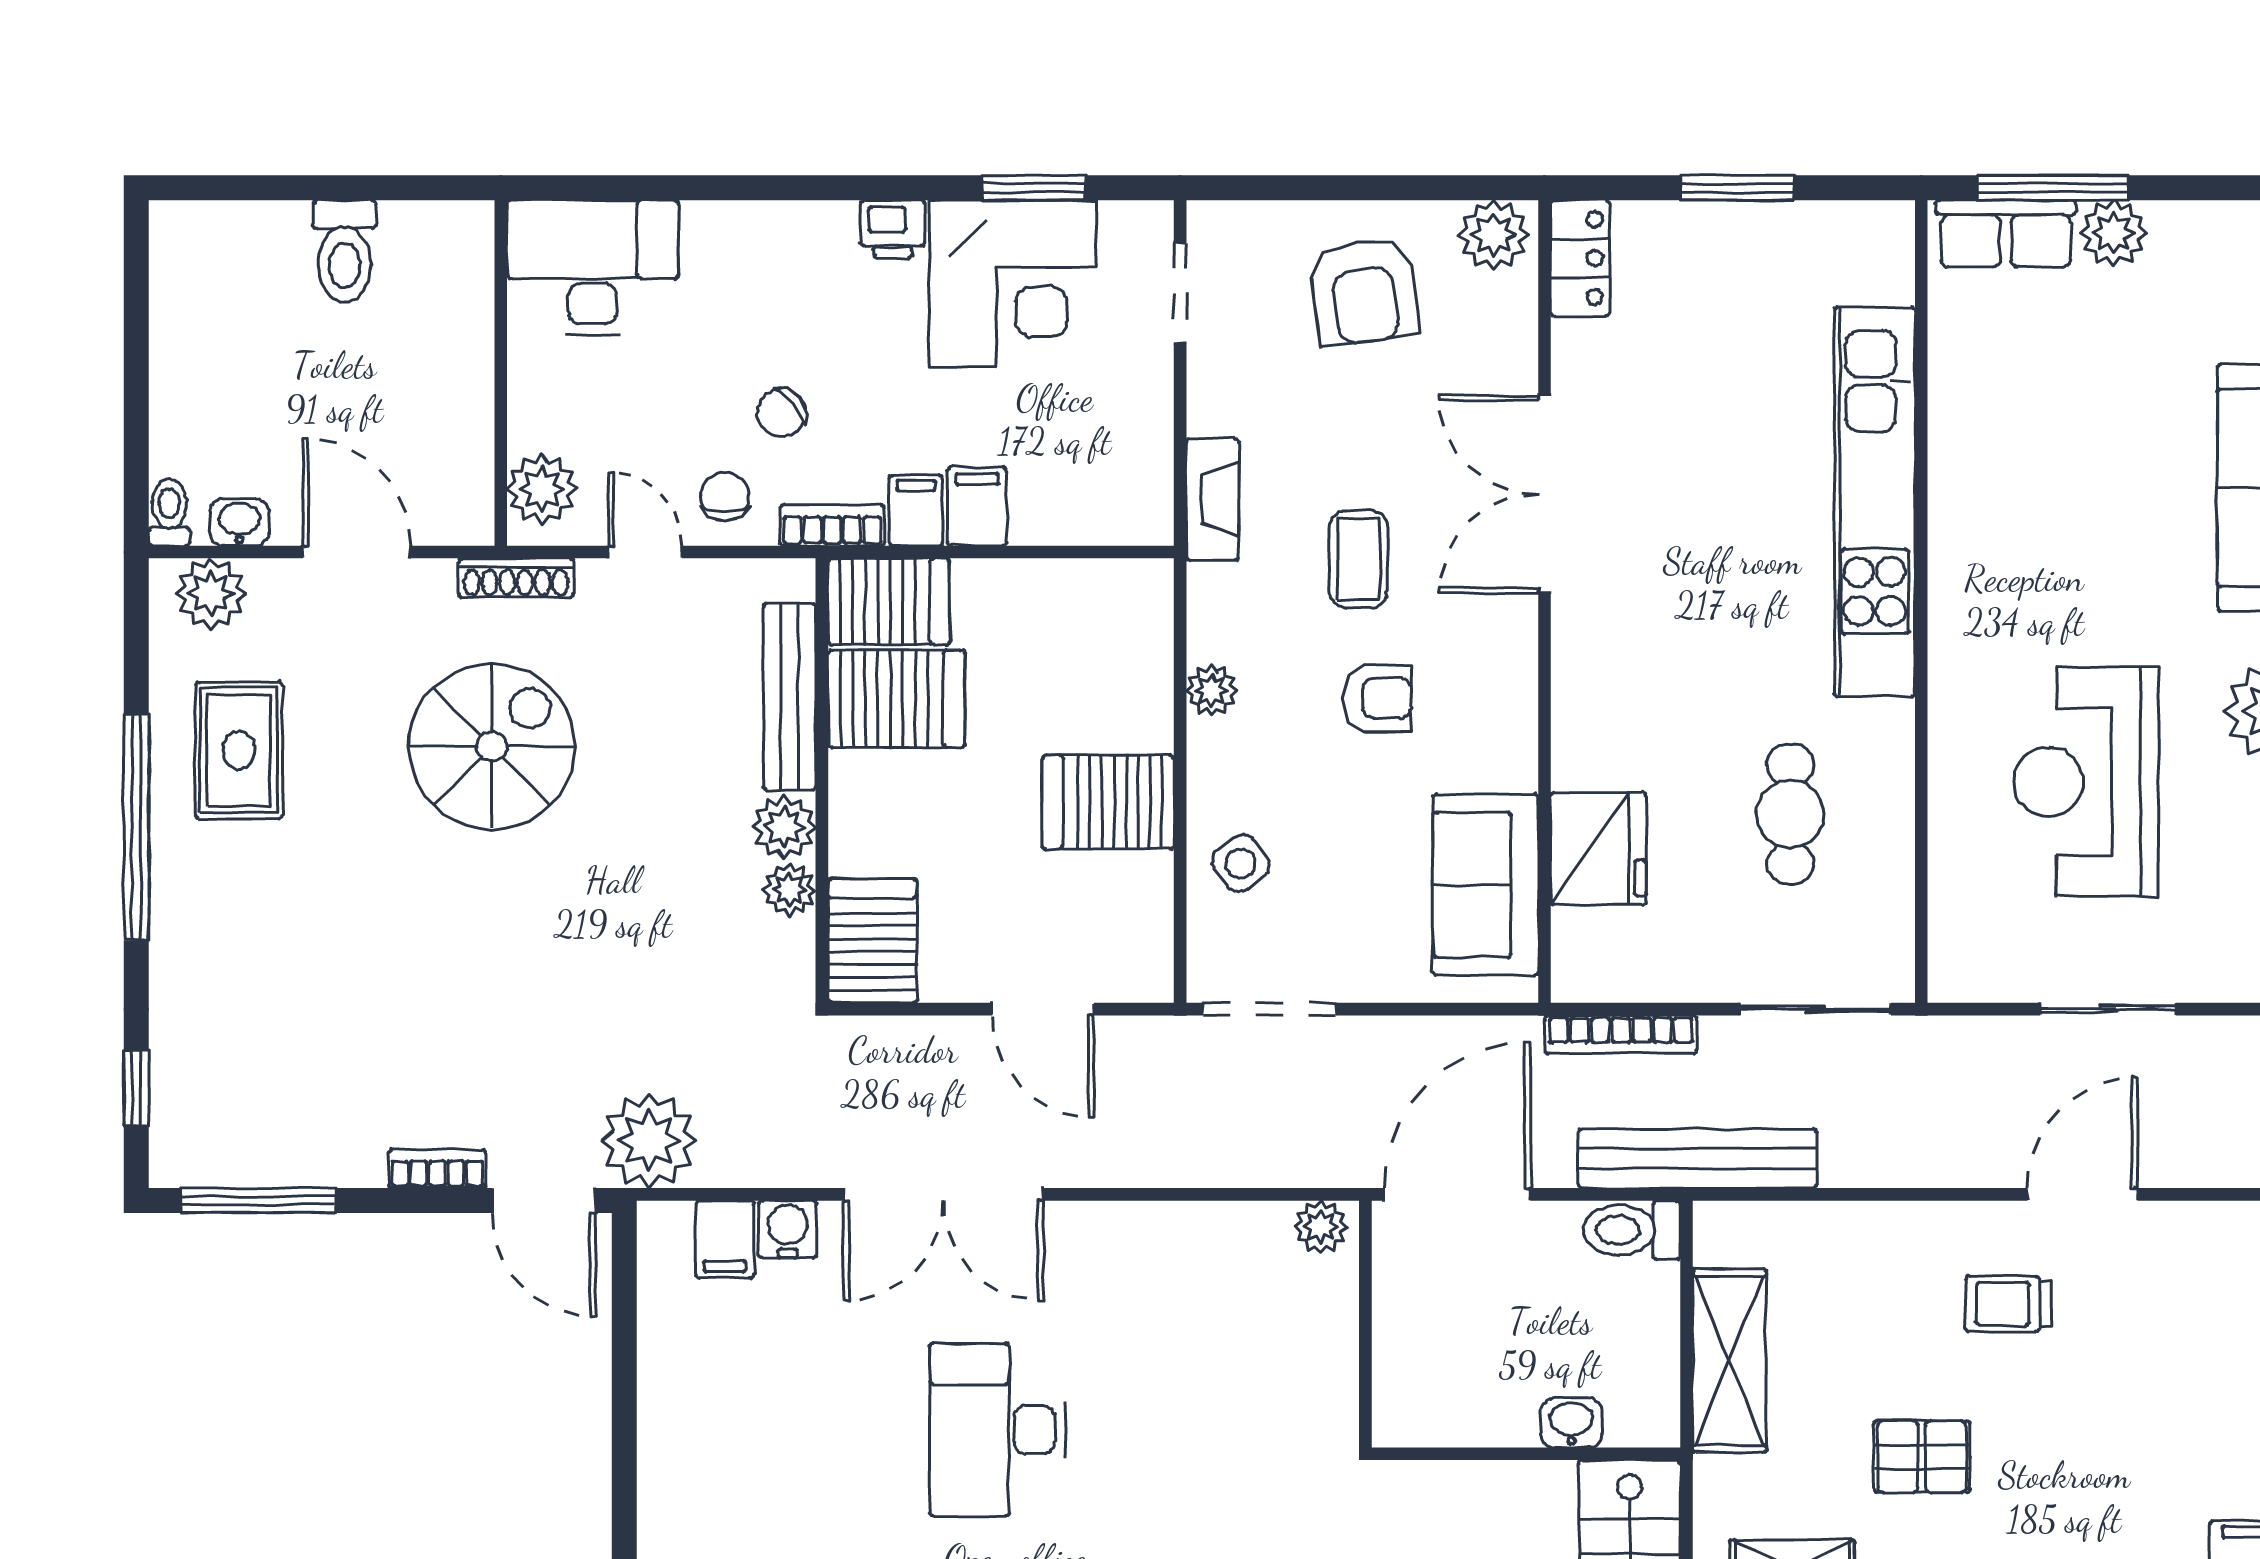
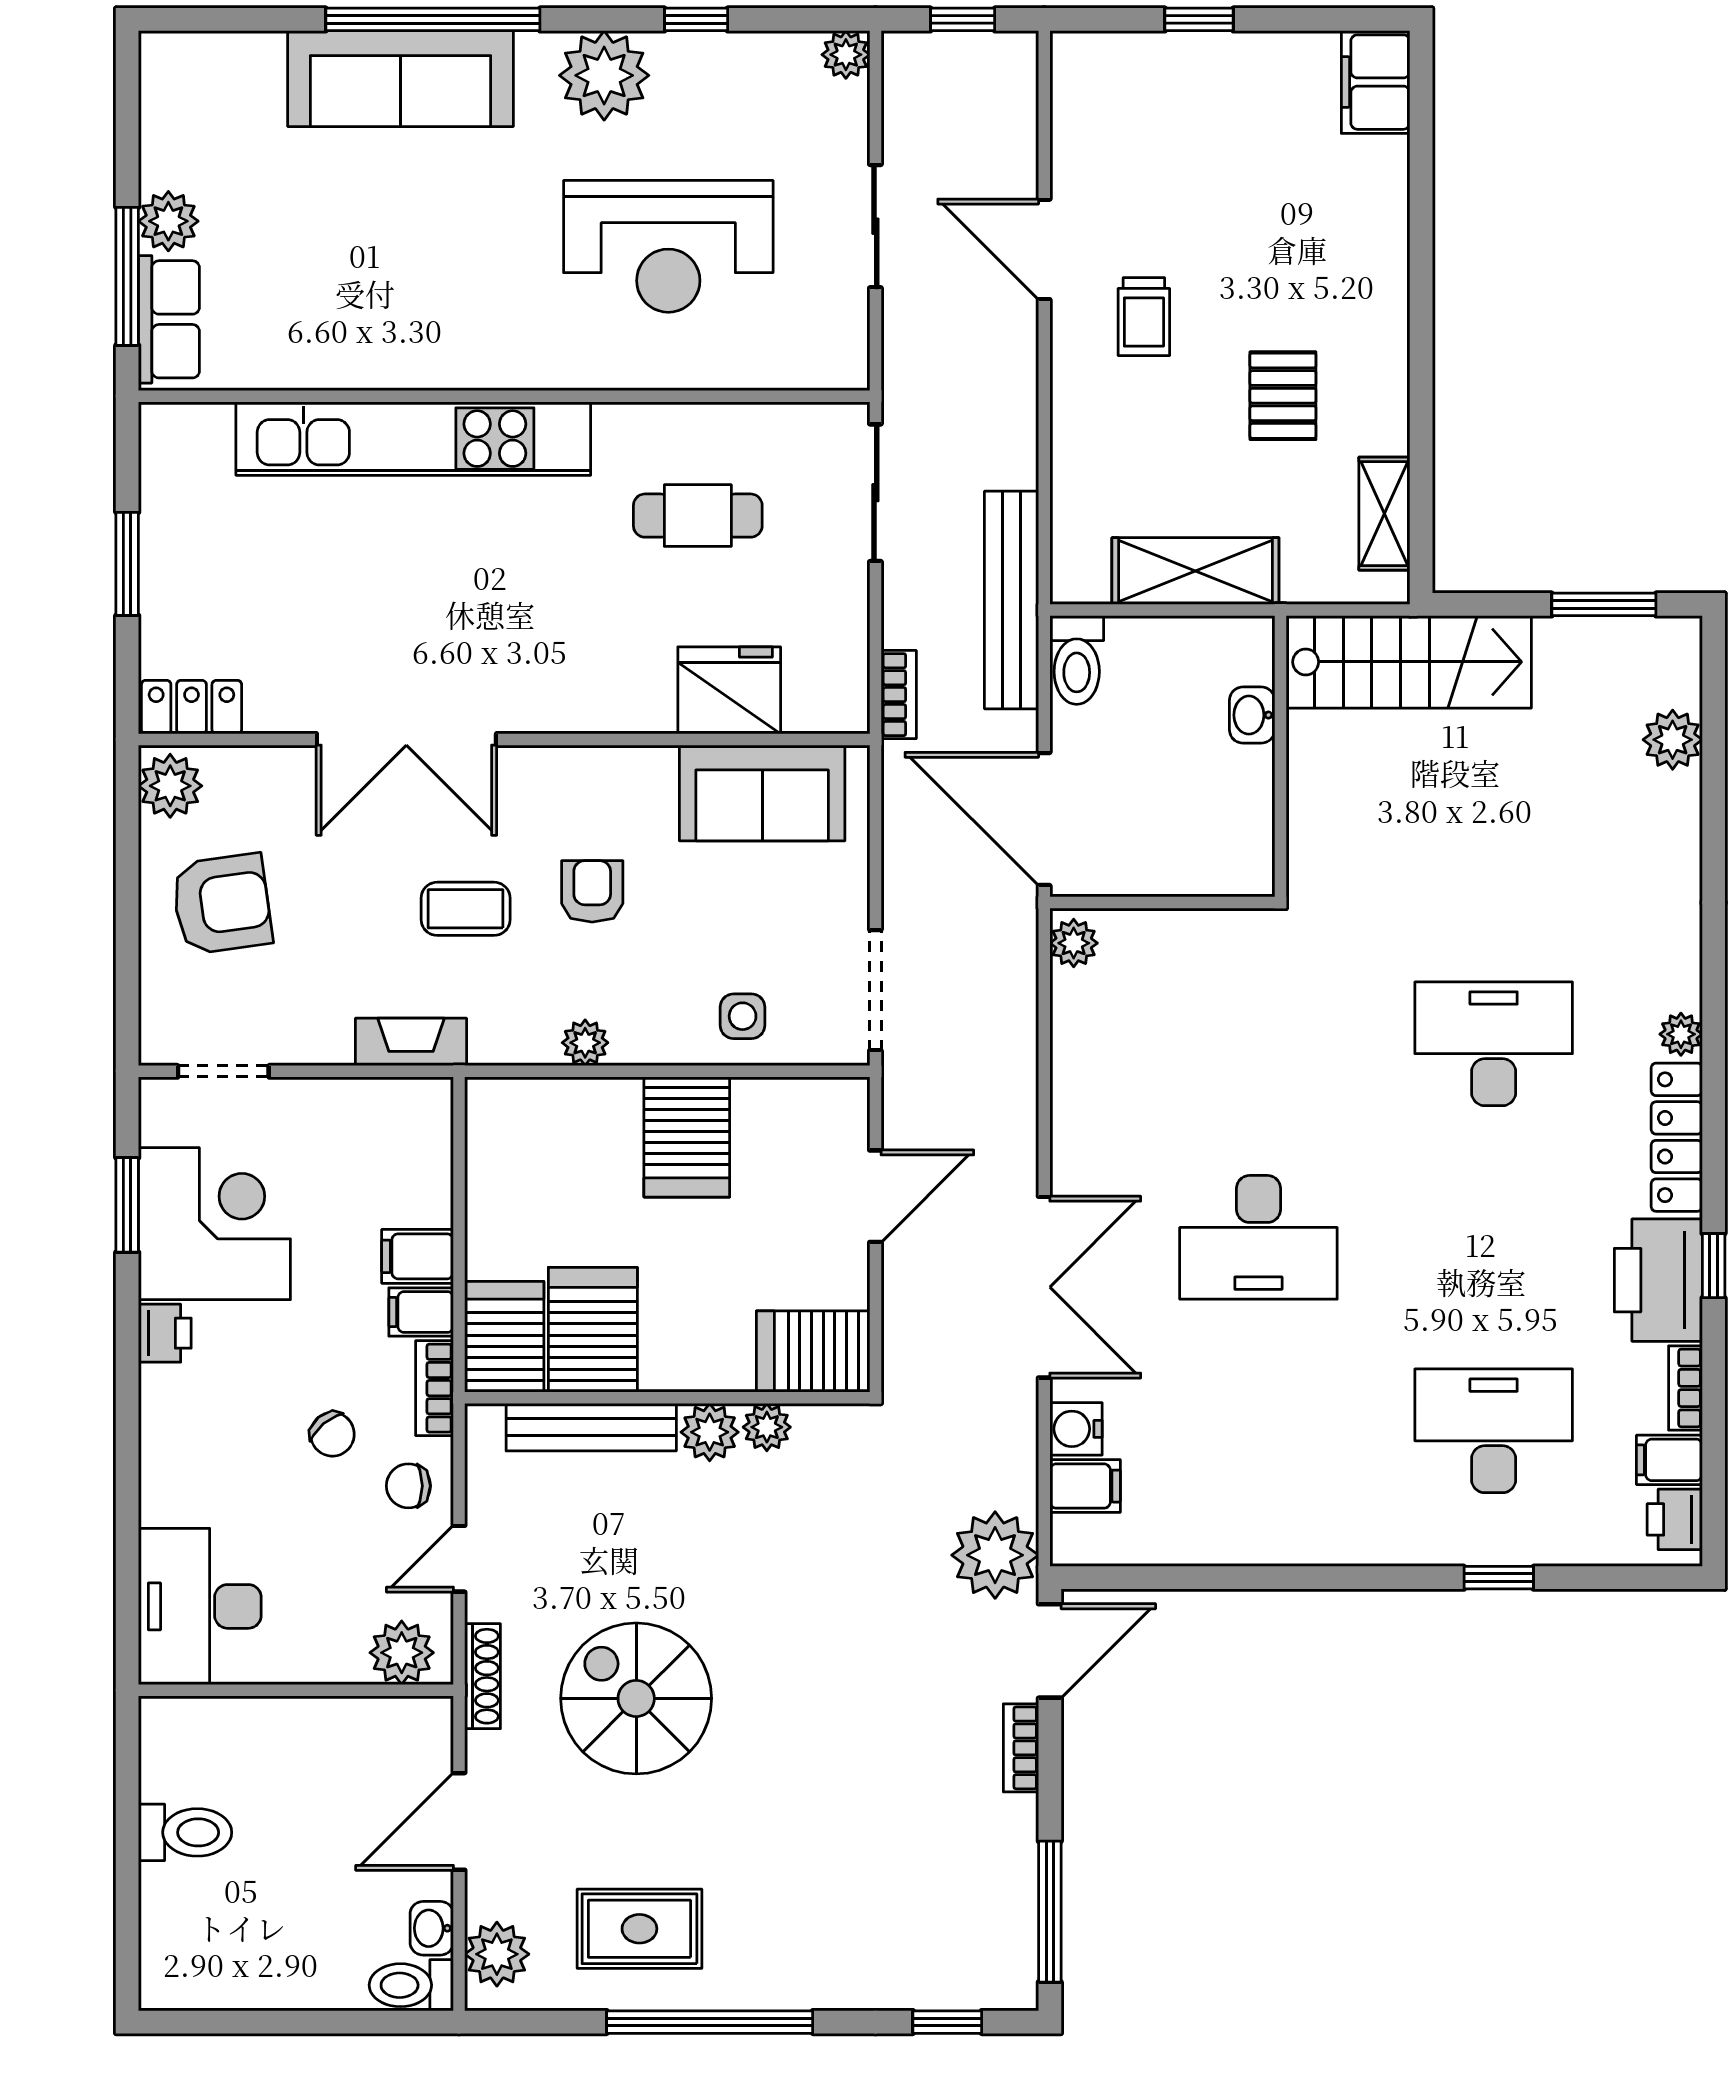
toilet: (169, 513) -> (411, 1985), width x1.37, depth x1.39
side table: (1241, 863) -> (743, 1016), turned 36
bookcase: (1621, 1035) -> (899, 695), width x0.64

